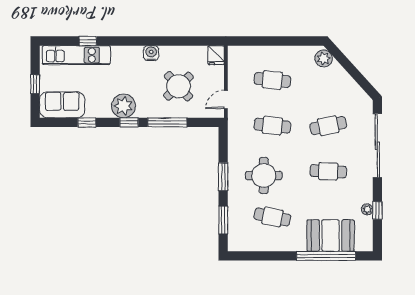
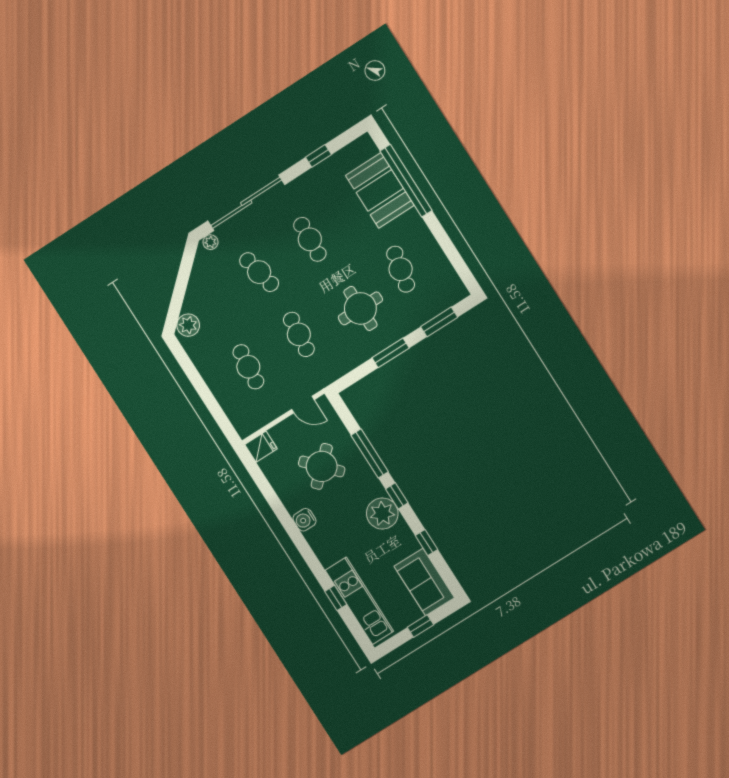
plant: (367, 209) -> (210, 242), moved

